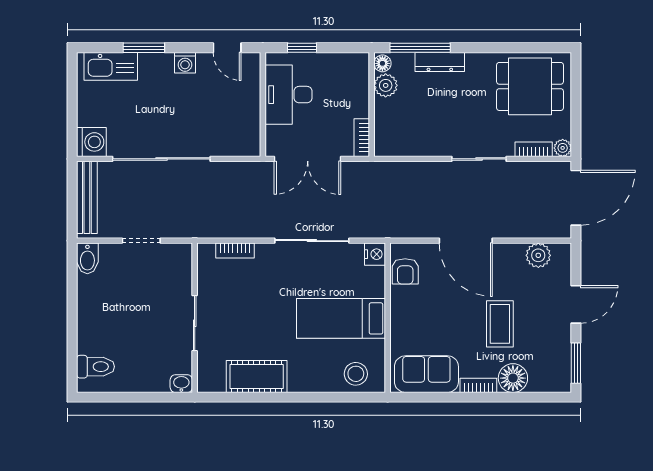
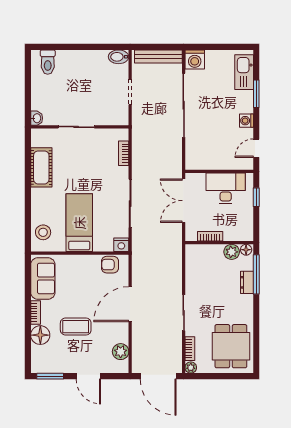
dresser: (440, 62) -> (247, 282), width x0.70
bookcase: (362, 138) -> (210, 236), moved

